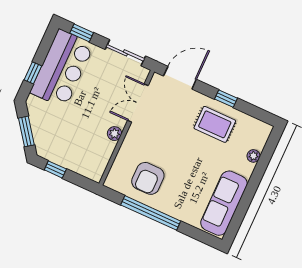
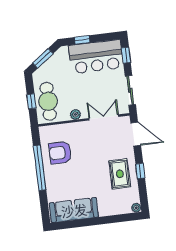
cafe table: (80, 156) -> (48, 101), added
plant: (253, 156) -> (136, 208), moved
window: (55, 169) -> (31, 101), moved

